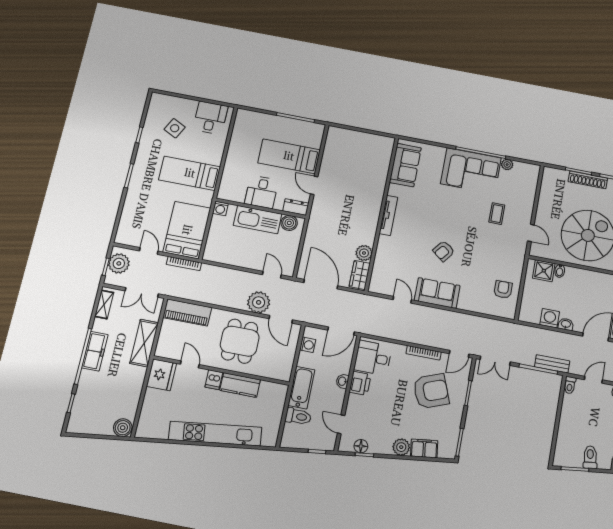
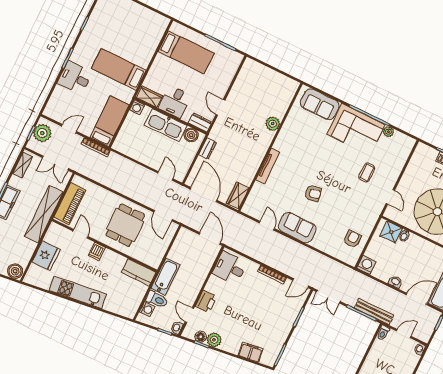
desk: (210, 118) -> (75, 78), moved, turned -90
side table: (175, 128) -> (116, 25), removed
bed: (289, 156) -> (186, 52), moved, turned 180
sofa: (405, 165) -> (320, 104), moved, turned 90
wardrobe: (232, 194) -> (150, 97), added
tv unit: (388, 215) -> (268, 166), moved
bed: (187, 230) -> (109, 121), width x0.67
dresser: (312, 233) -> (208, 149), added
door: (149, 251) -> (69, 129), hinge flipped
armchair: (444, 251) -> (313, 193), turned -140
plant: (364, 253) -> (273, 124), moved
plant: (259, 302) -> (149, 197), removed
piano: (187, 313) -> (70, 204), moved, turned -90
washing machine: (550, 318) -> (366, 265), moved
door: (341, 331) -> (210, 239), swing flipped
shelving: (144, 343) -> (44, 214), width x1.47
washing machine: (308, 345) -> (147, 309), moved
bench: (552, 364) -> (374, 312), width x1.36
fridge: (161, 375) -> (46, 256), moved
washbasin: (342, 381) -> (177, 328), moved
printer: (360, 383) -> (206, 301), moved
kitchen counter: (240, 385) -> (139, 272), moved
armchair: (431, 391) -> (269, 308), removed
kitchen unit: (215, 434) -> (78, 292), width x0.73
plant: (401, 447) -> (214, 340), moved

